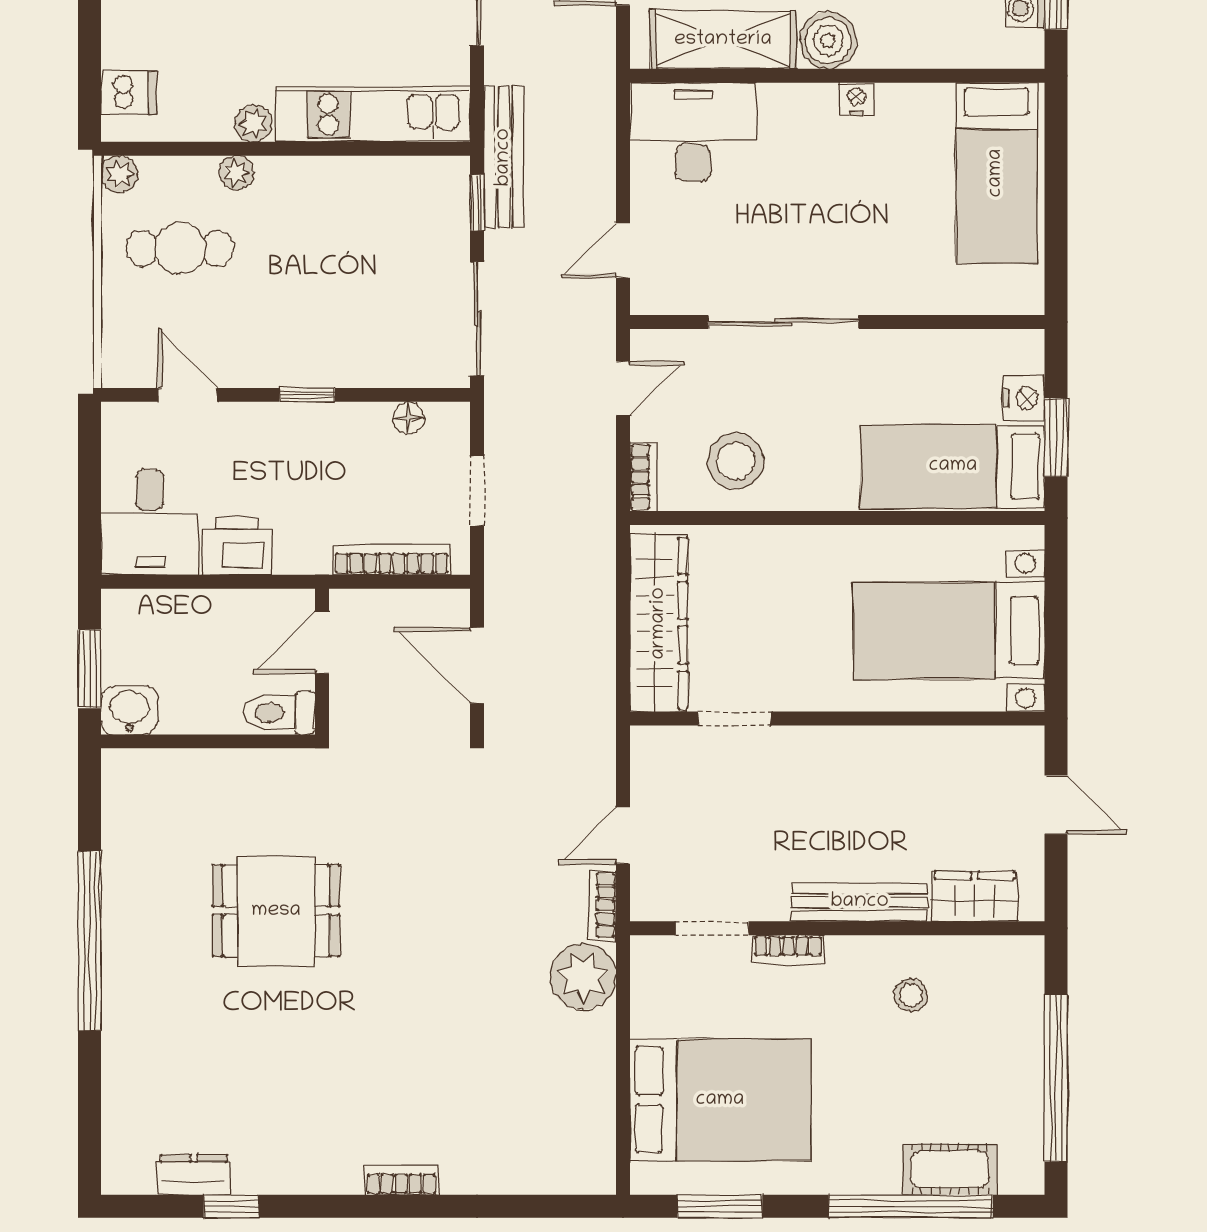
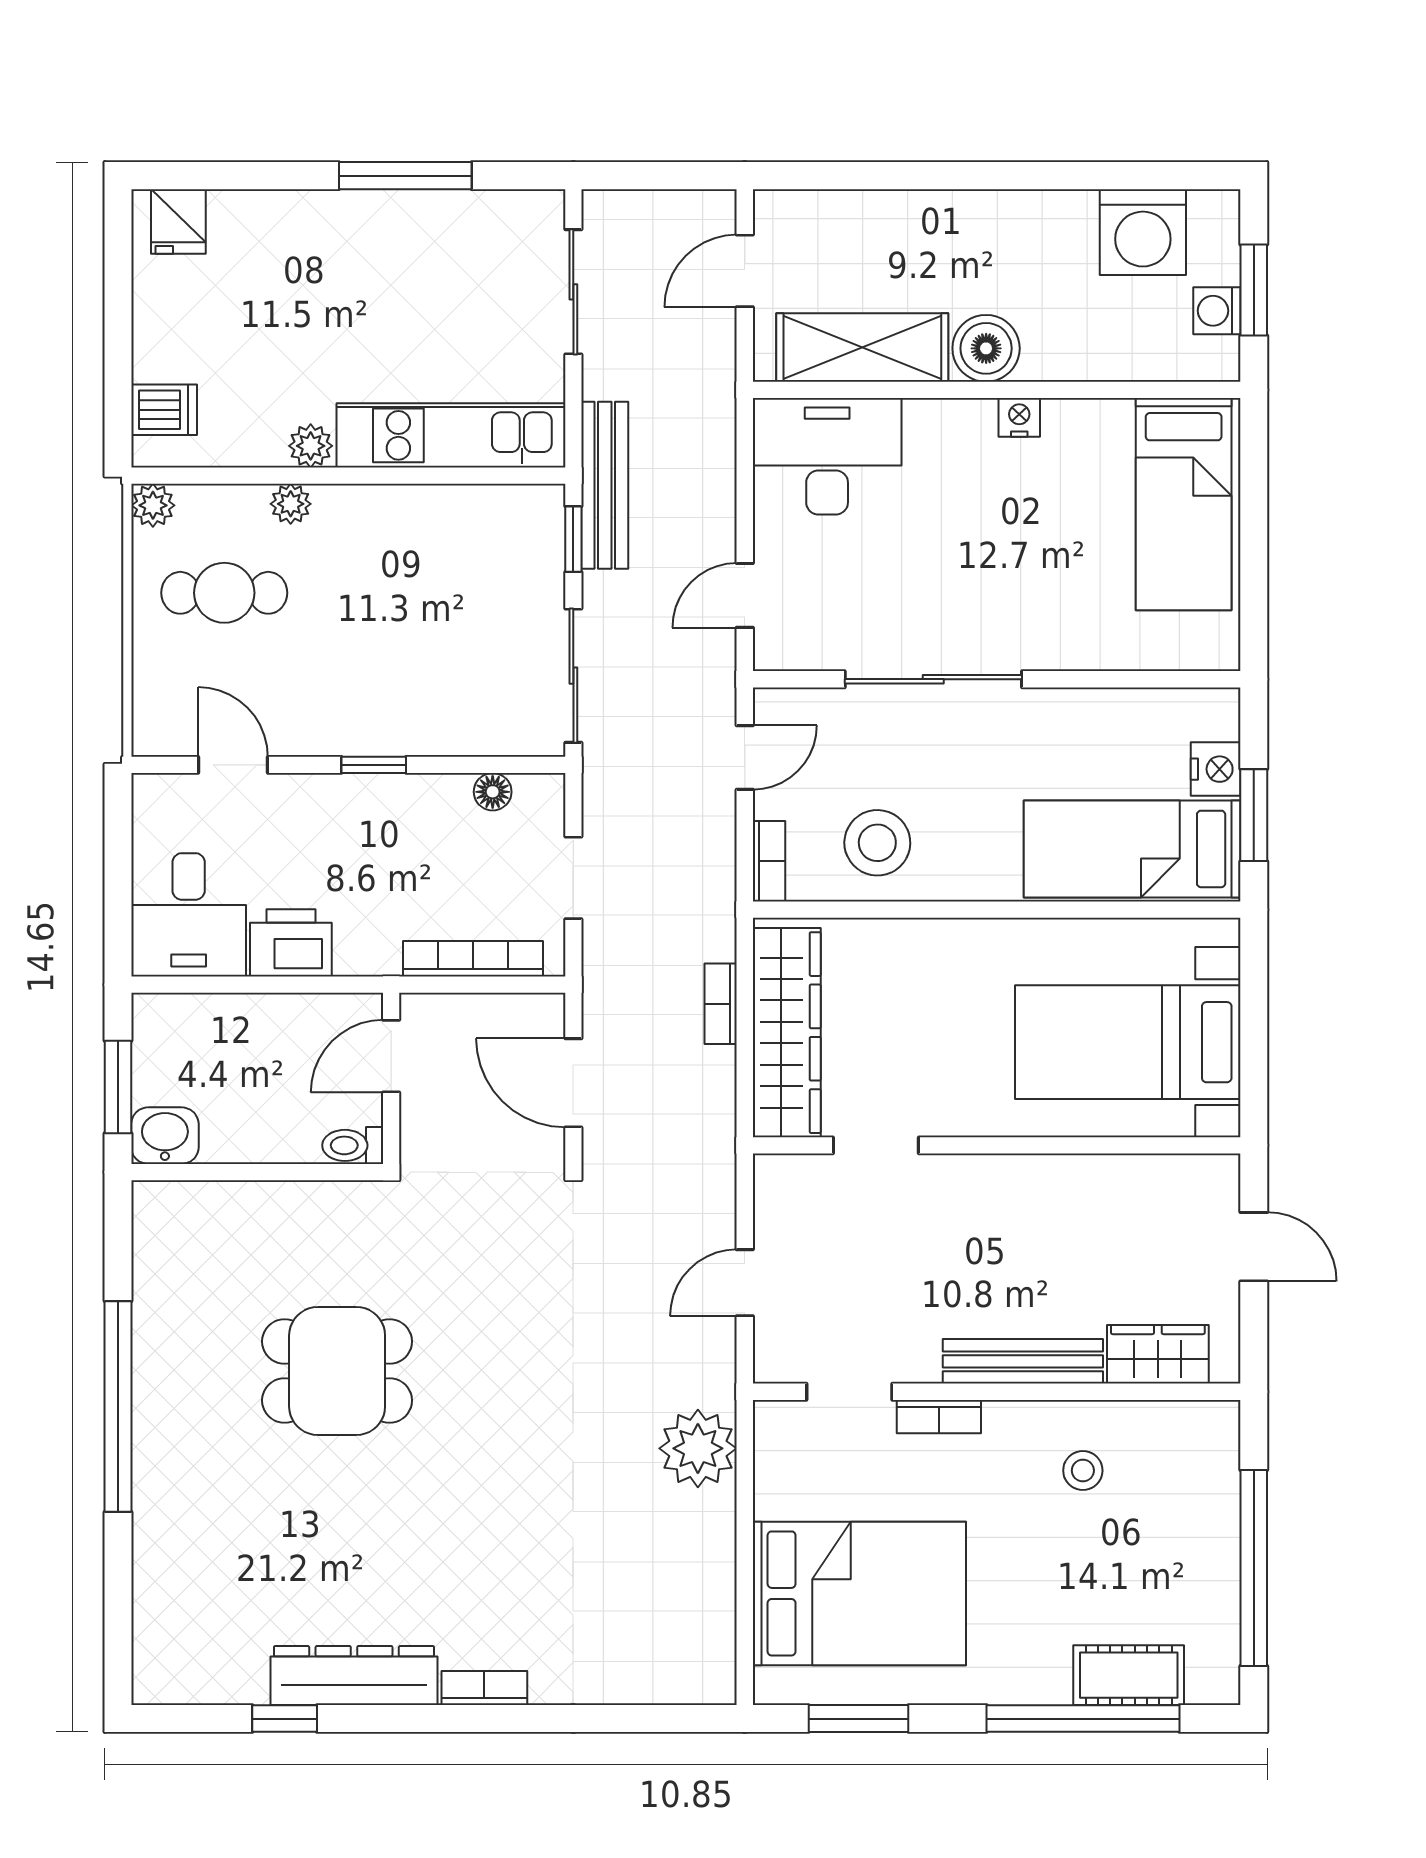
toilet: (279, 713) -> (353, 1145), width x0.73, depth x0.72
bookcase: (602, 906) -> (721, 1004), moved
dresser: (194, 1175) -> (354, 1675), moved, width x1.96, depth x1.24

